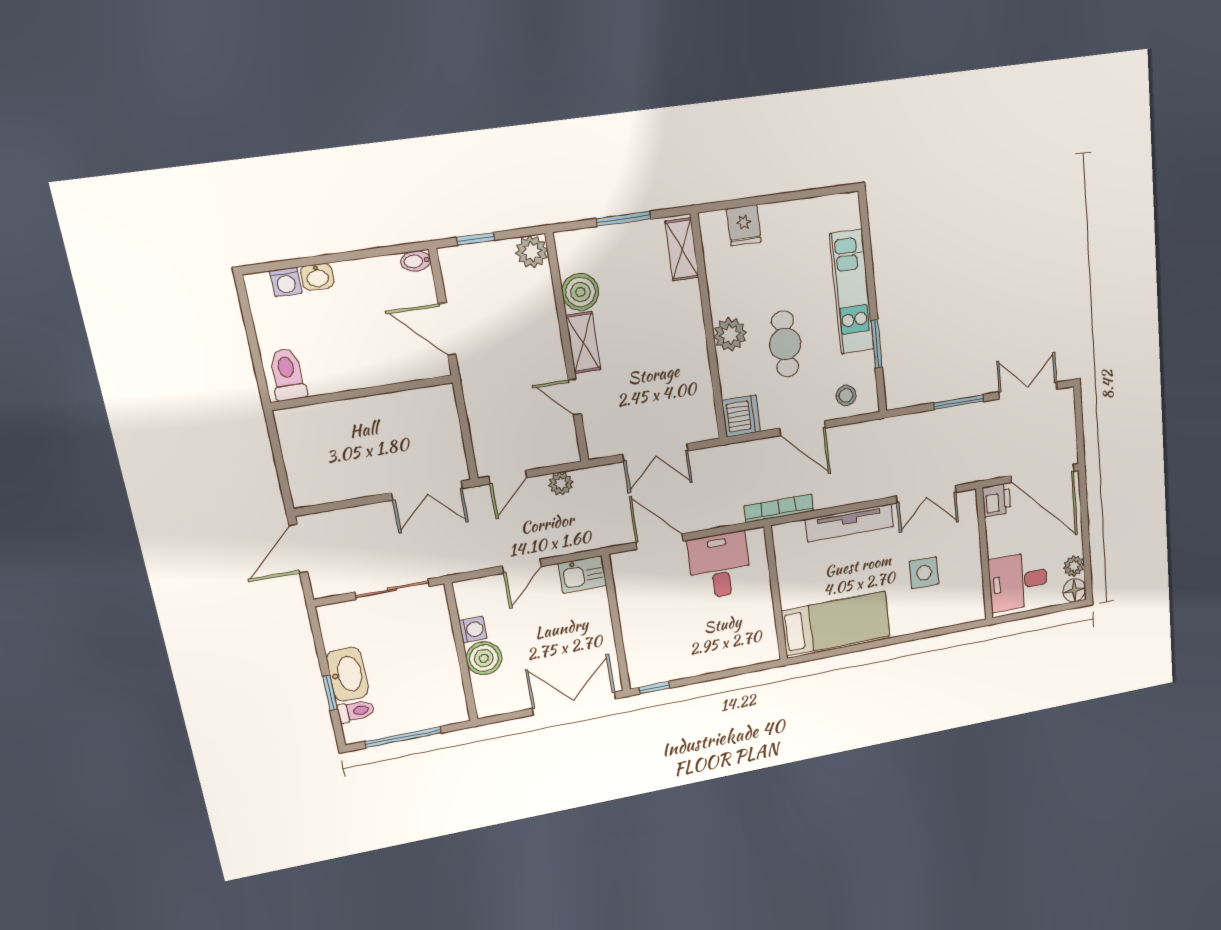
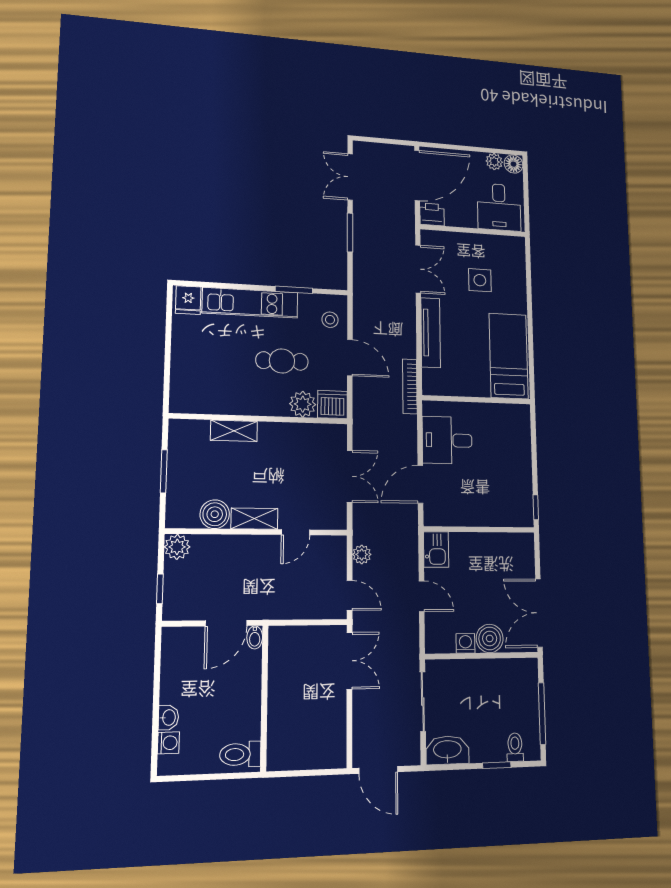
fridge: (744, 225) -> (188, 300), moved, turned 90
shelving: (682, 249) -> (234, 431), moved
bidet: (416, 261) -> (255, 637), moved
plant: (730, 335) -> (303, 404), moved
door: (803, 428) -> (350, 358), hinge flipped
washbasin: (347, 674) -> (447, 750), moved
double door: (574, 704) -> (539, 613), moved

